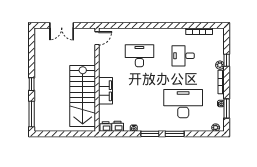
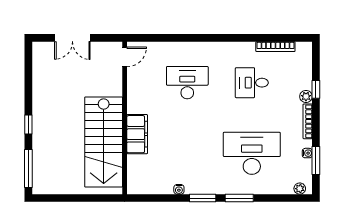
printer: (118, 126) -> (155, 187), removed
printer: (106, 127) -> (137, 187), removed

